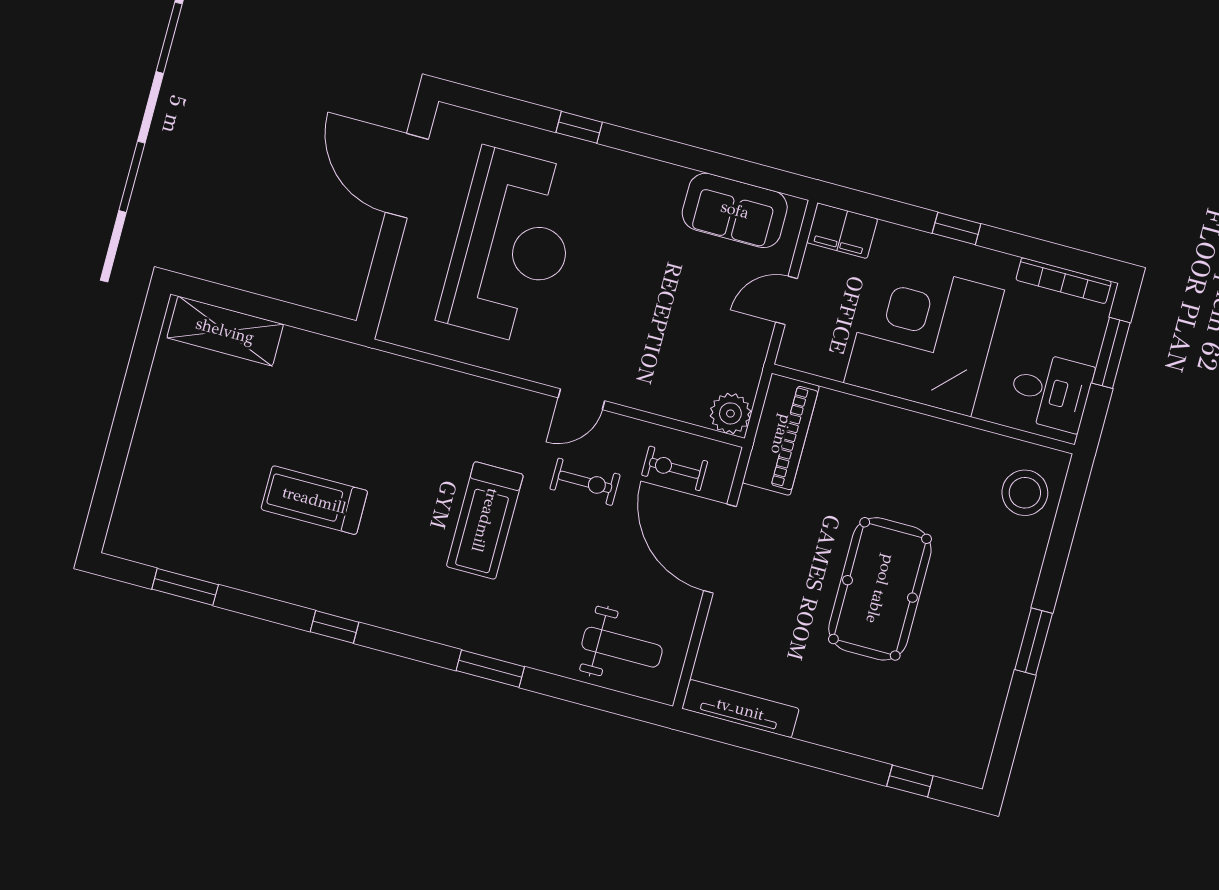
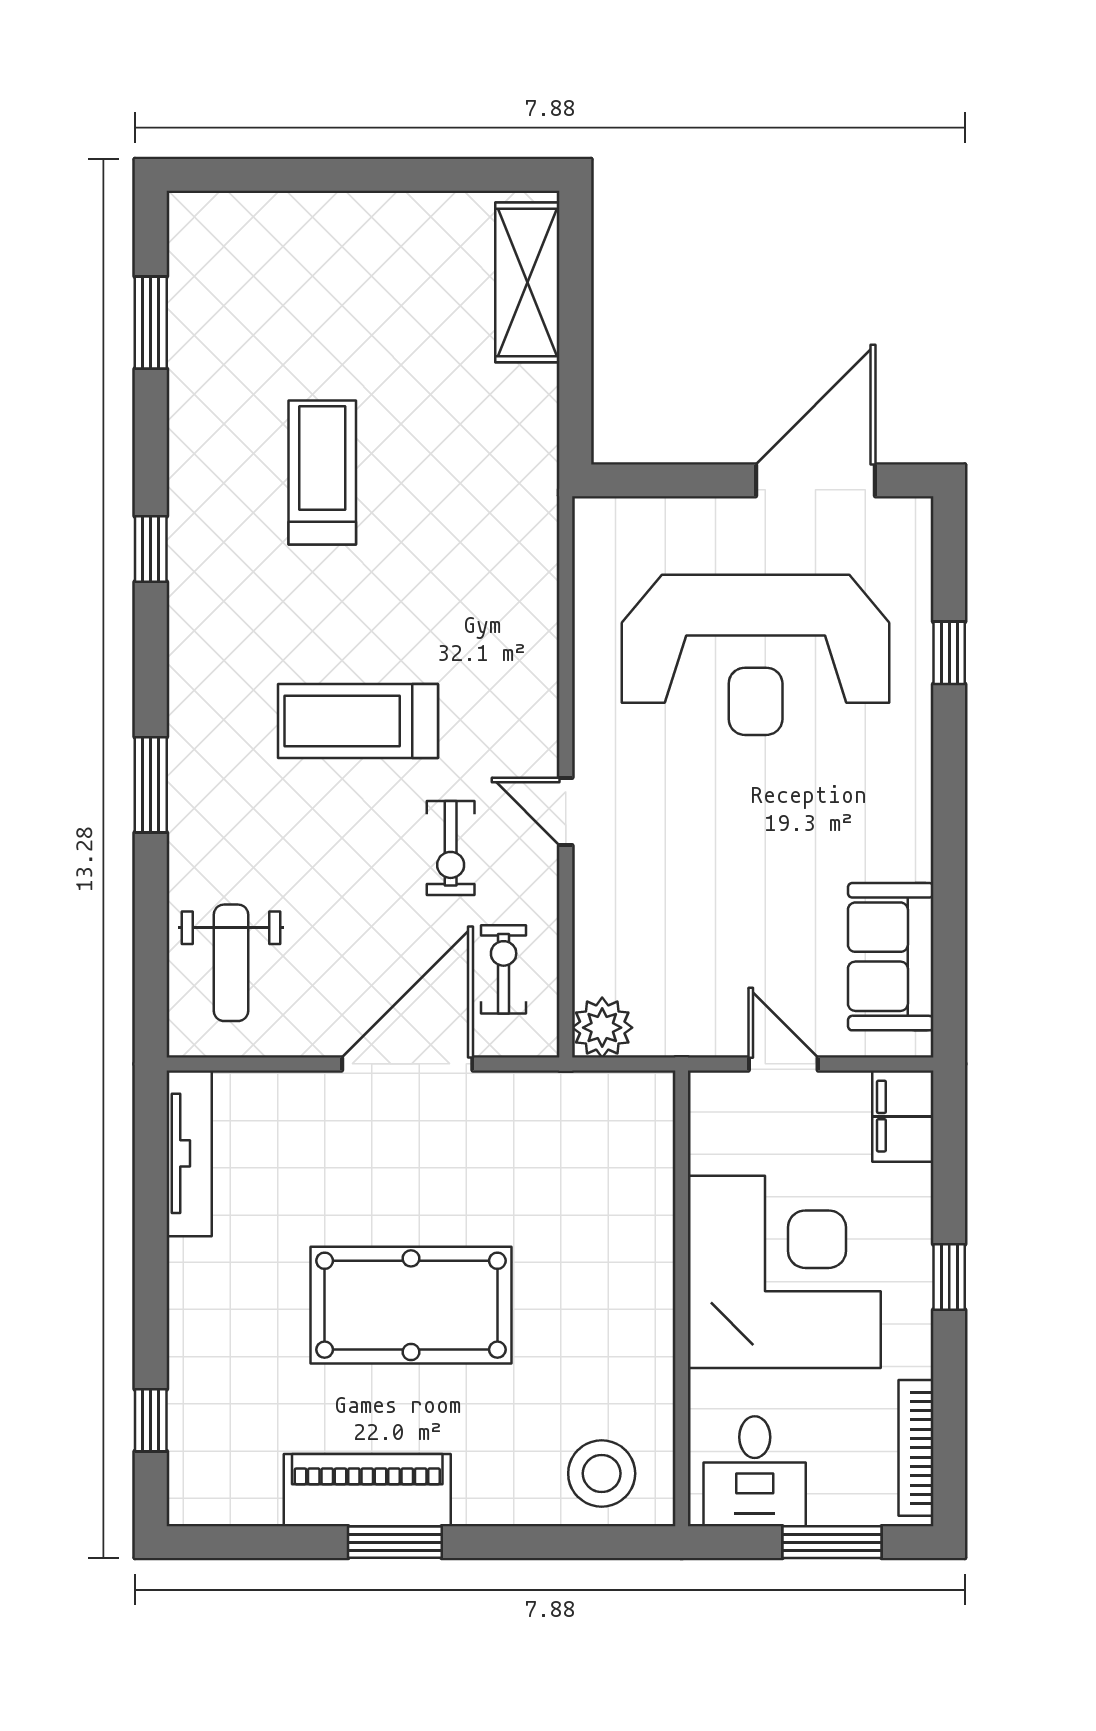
window: (579, 127) -> (949, 653), moved
piano: (781, 434) -> (367, 1490), moved, turned 180

